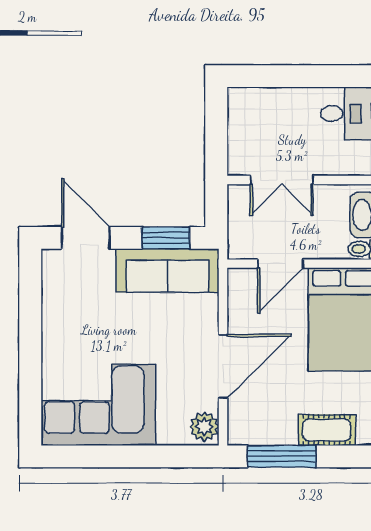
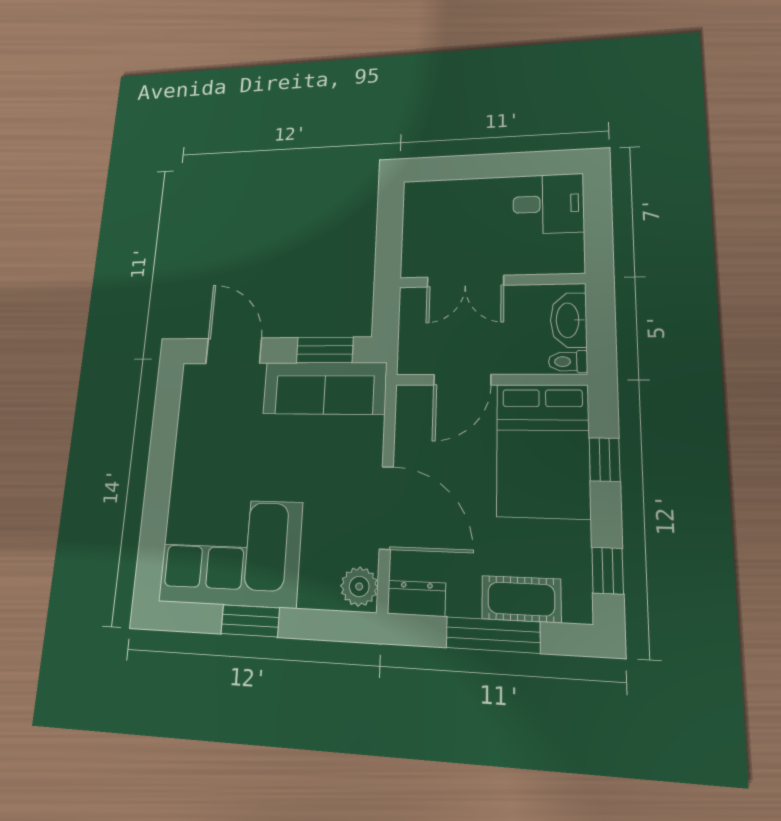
door: (223, 366) -> (386, 508), hinge flipped
dresser: (249, 433) -> (416, 598), added
window: (119, 456) -> (250, 621), added
window: (282, 456) -> (493, 635), moved

